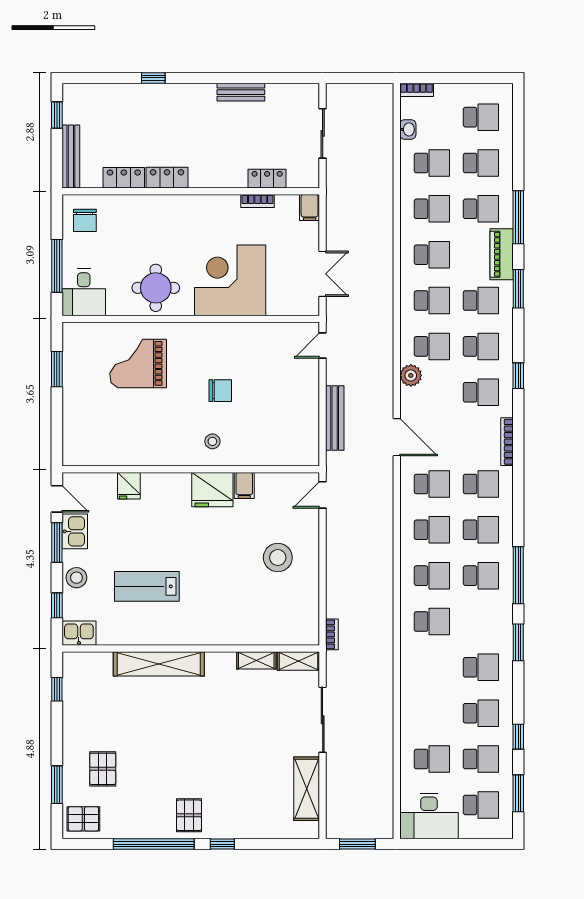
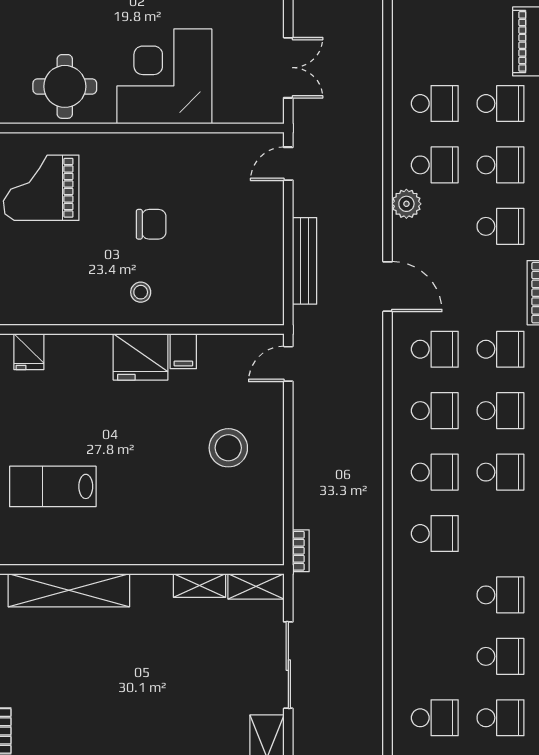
school desk: (432, 255) -> (435, 42), removed

